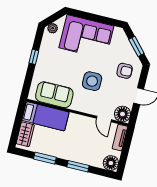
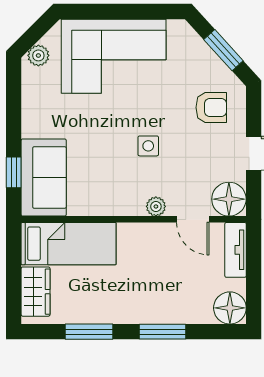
window: (34, 57) -> (14, 172), moved
side table: (92, 81) -> (148, 146), width x0.54, depth x0.54
sofa: (54, 95) -> (44, 178), moved, turned 90
plant: (89, 109) -> (156, 206), added

